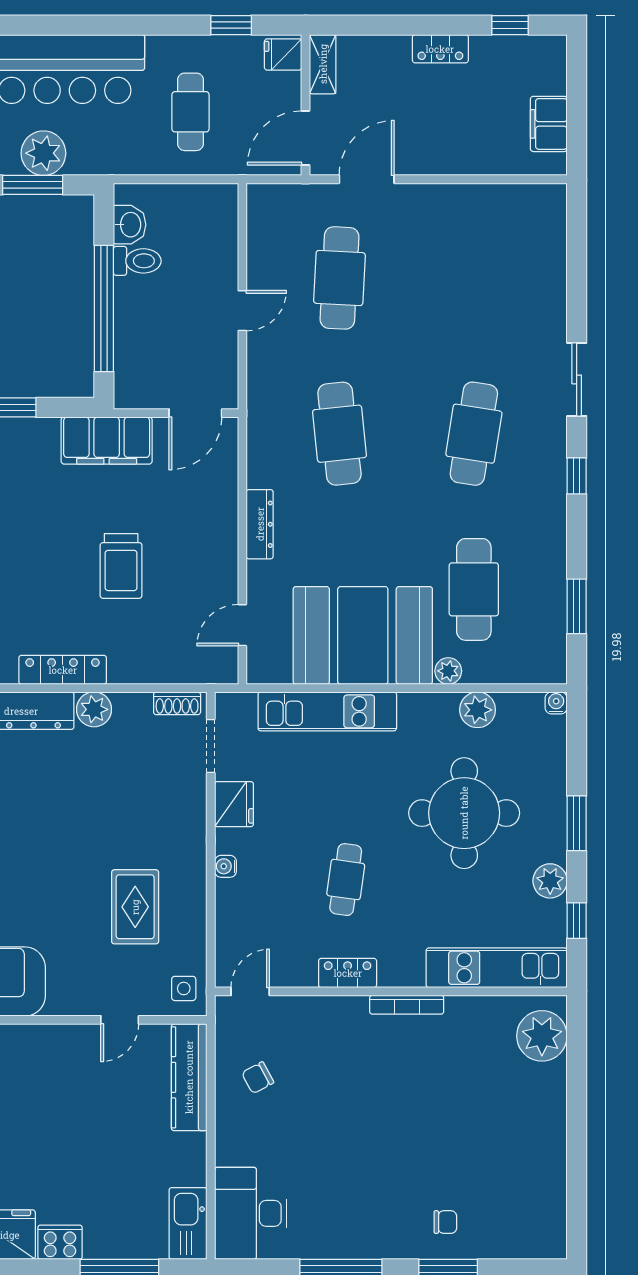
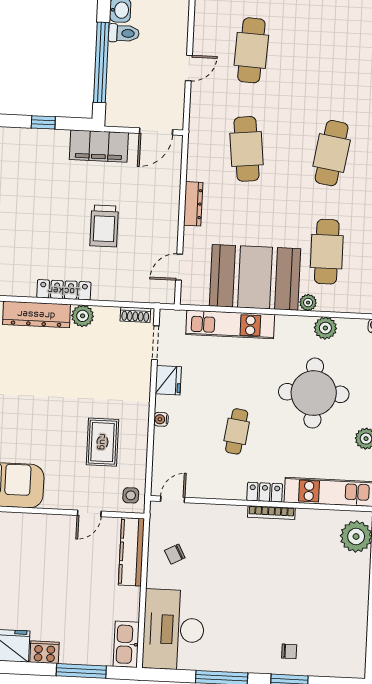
locker: (348, 973) -> (265, 492), moved
desk: (251, 1213) -> (174, 630), width x1.36, depth x1.30

